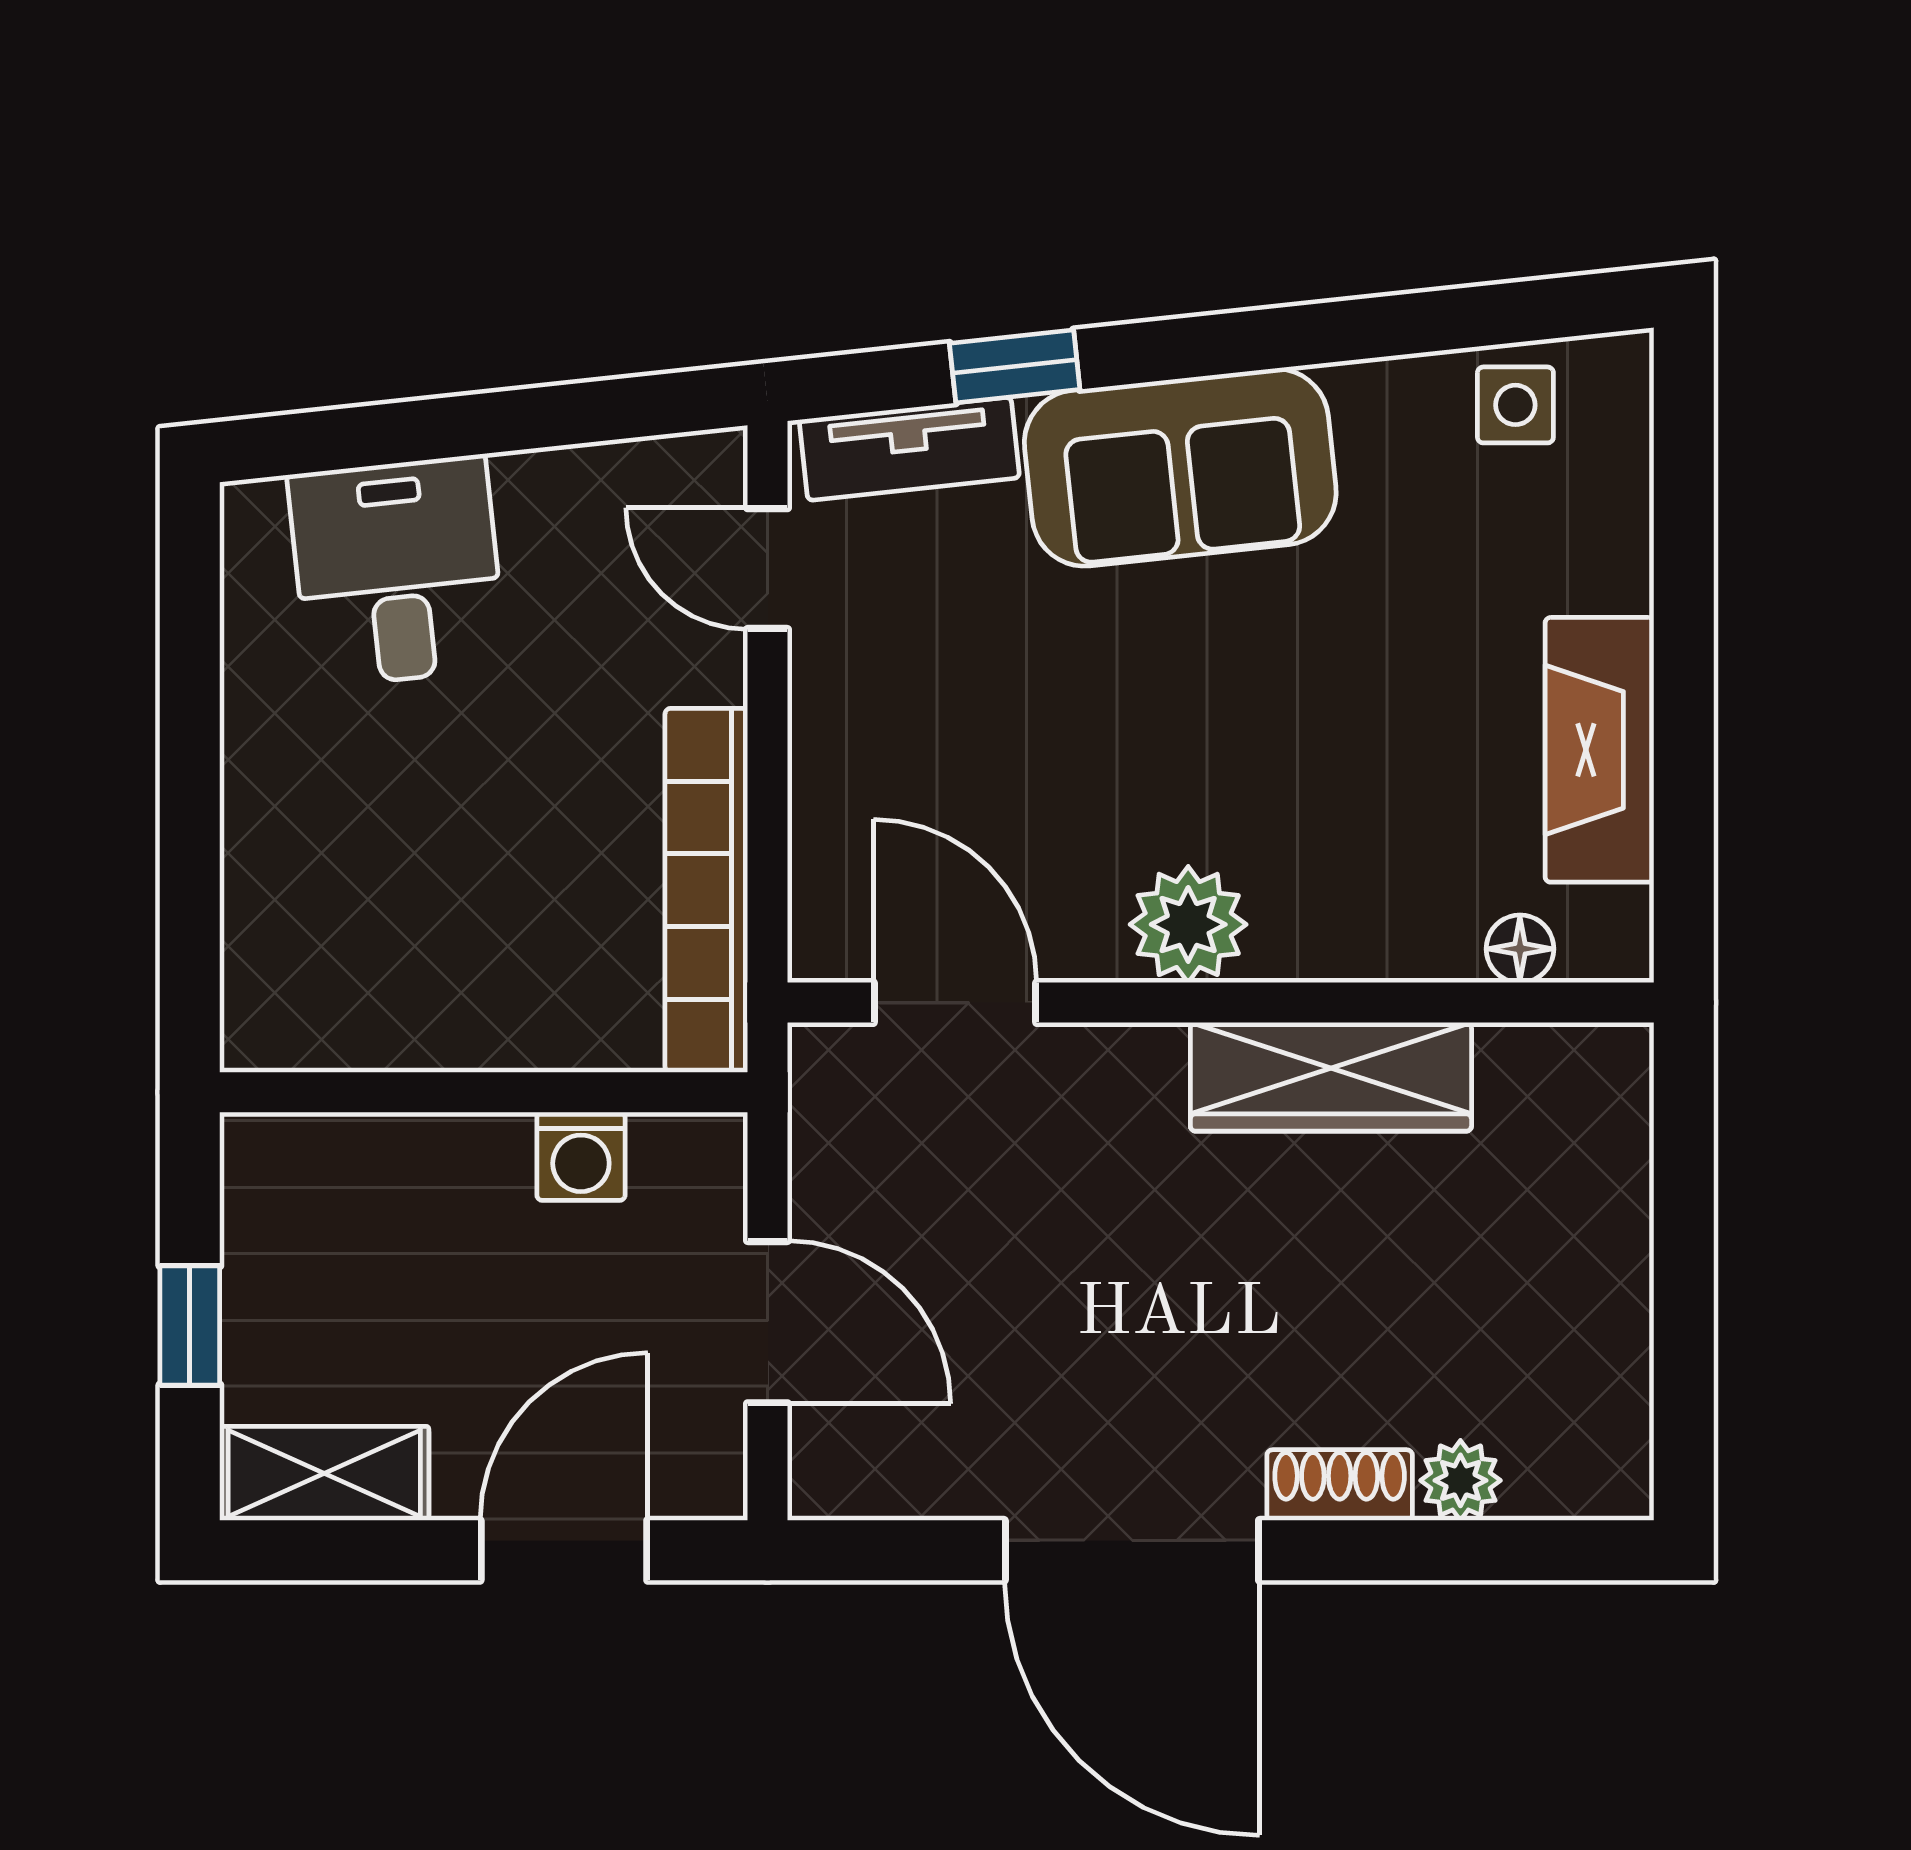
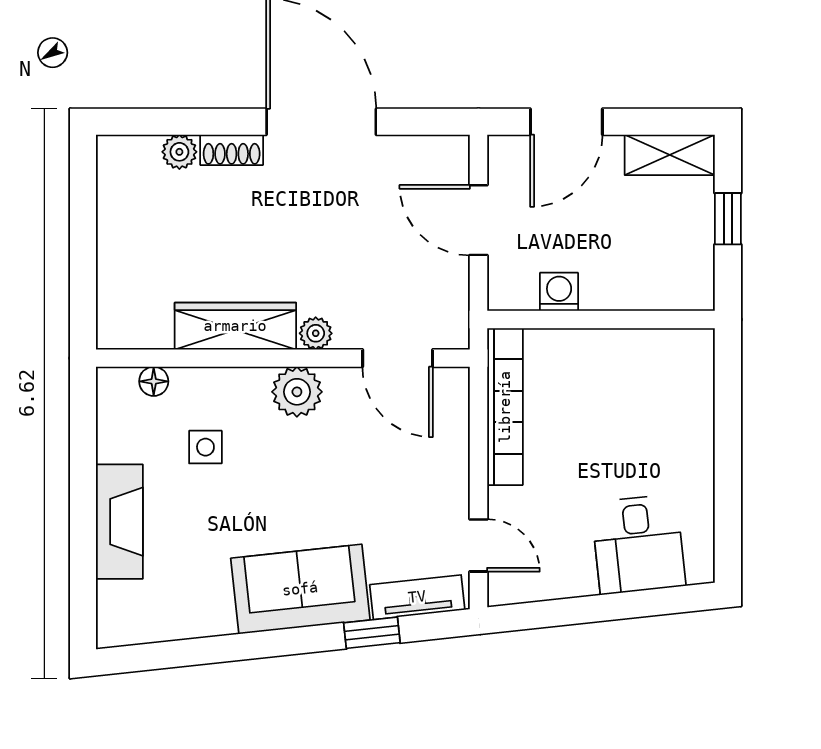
side table: (1515, 405) -> (205, 447), moved
fireplace: (1600, 750) -> (119, 522), moved
plant: (1145, 1060) -> (316, 333), added

